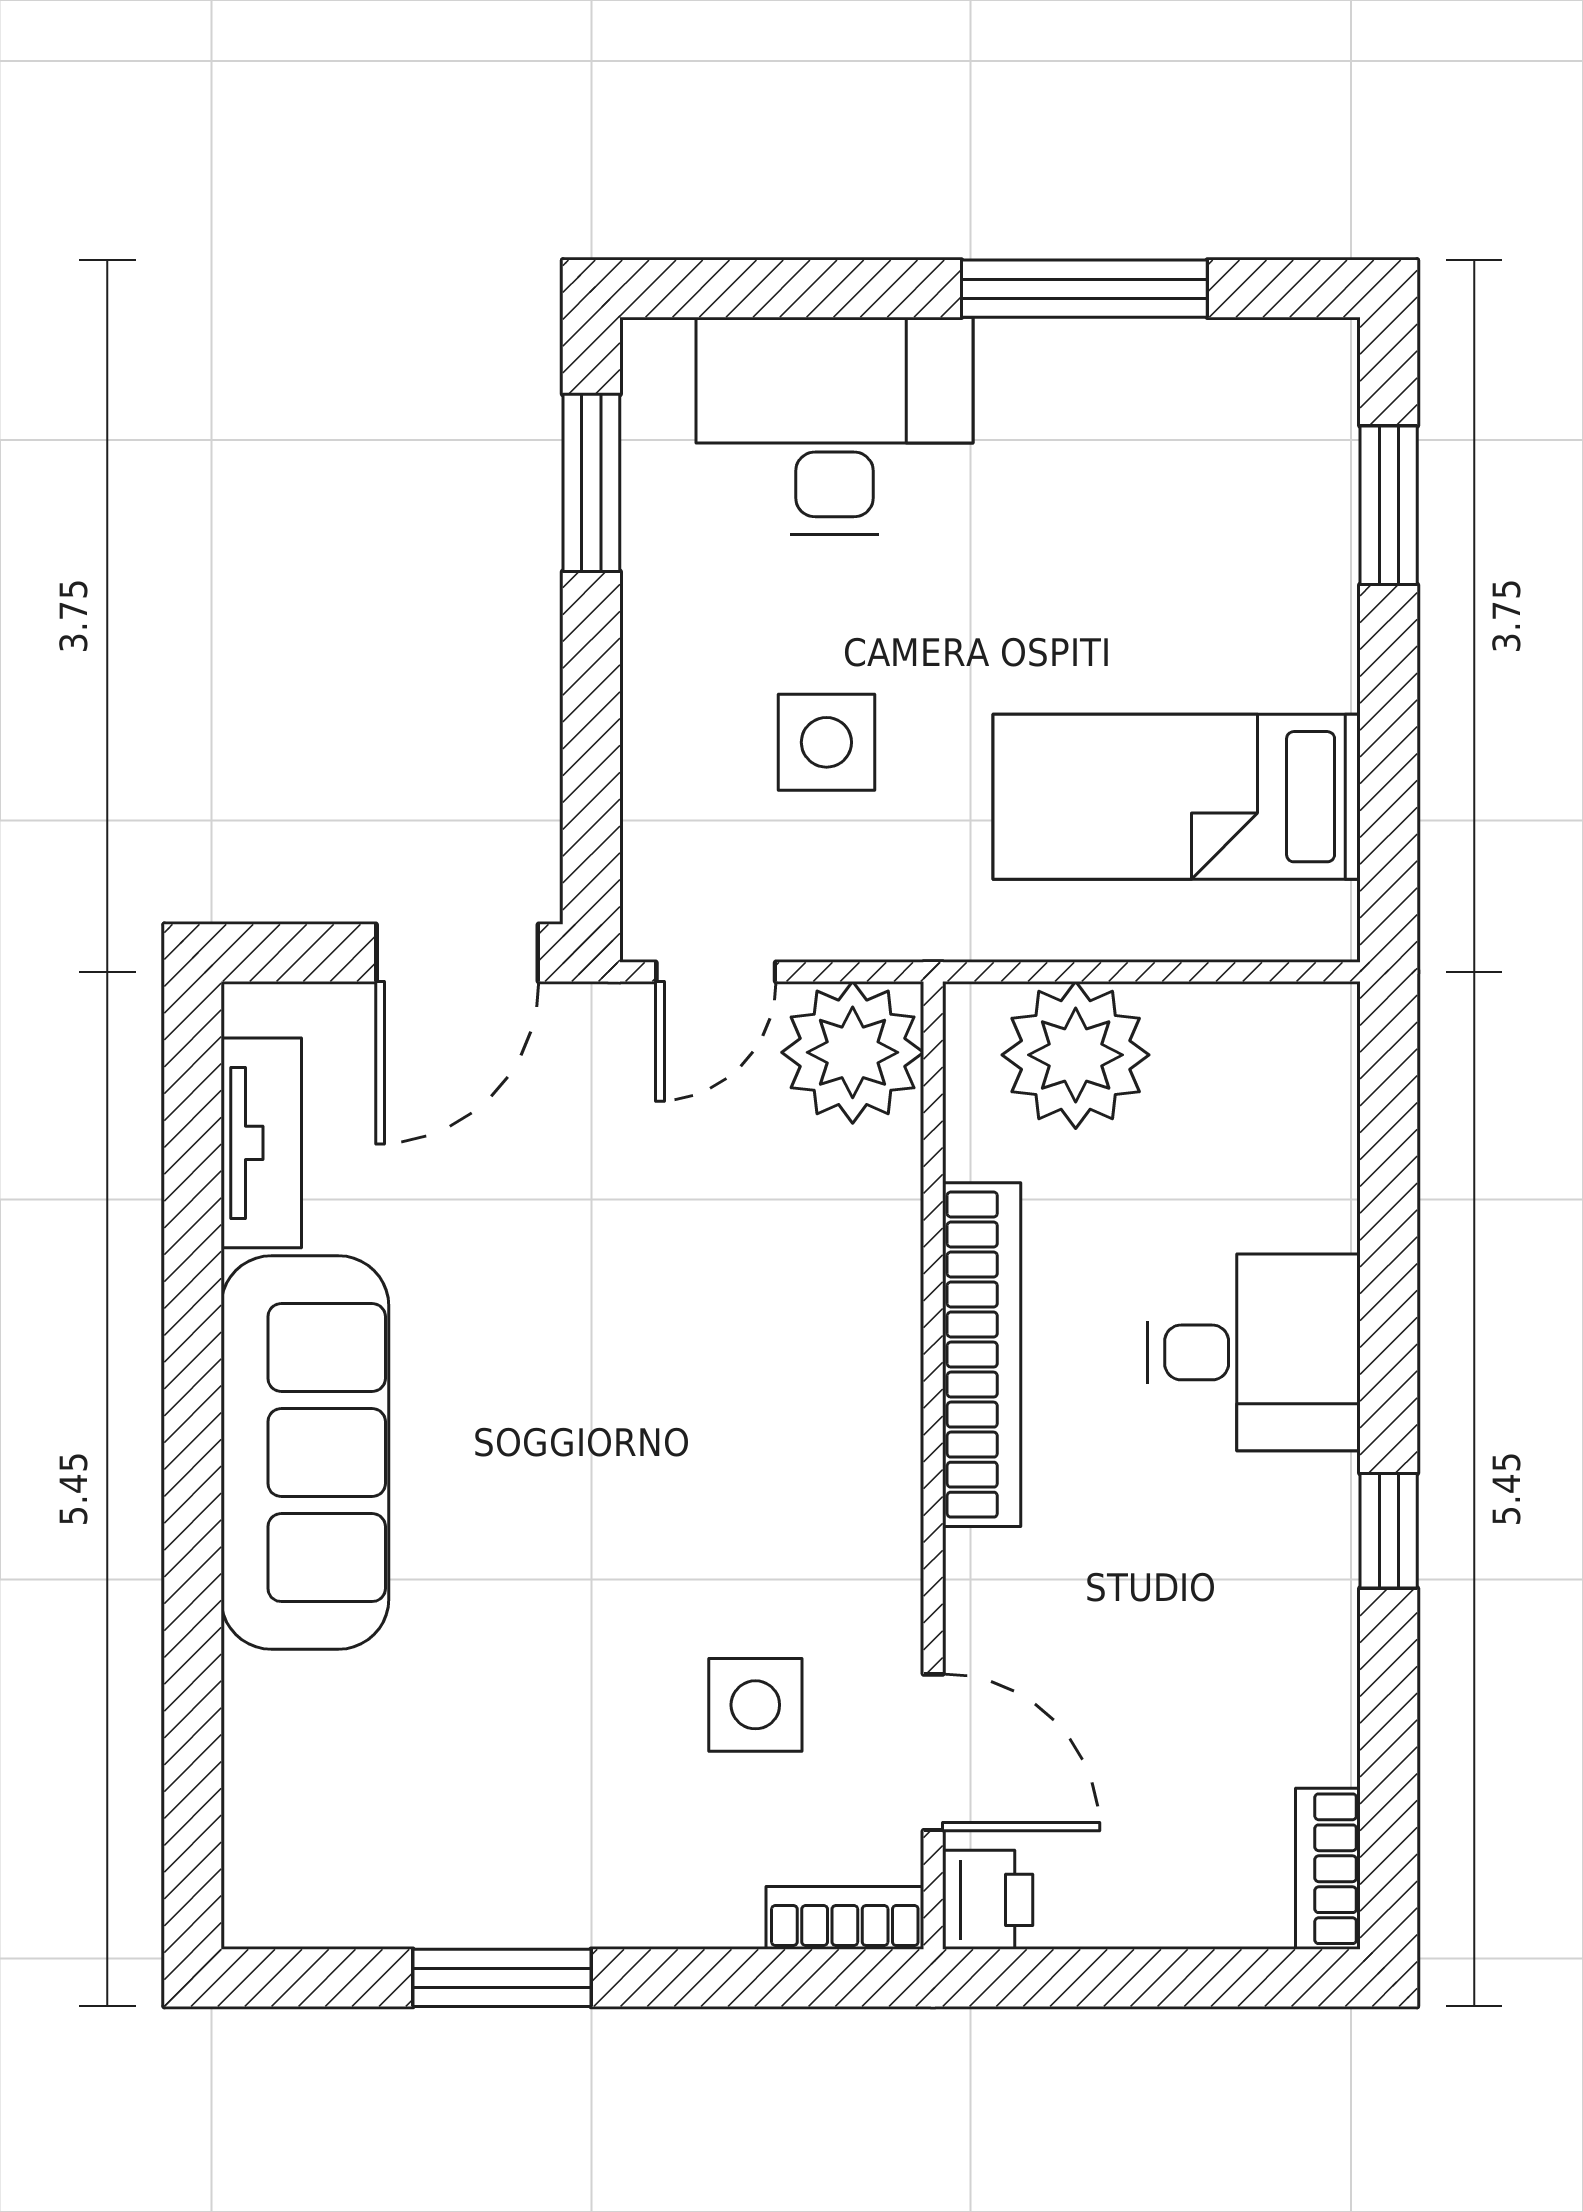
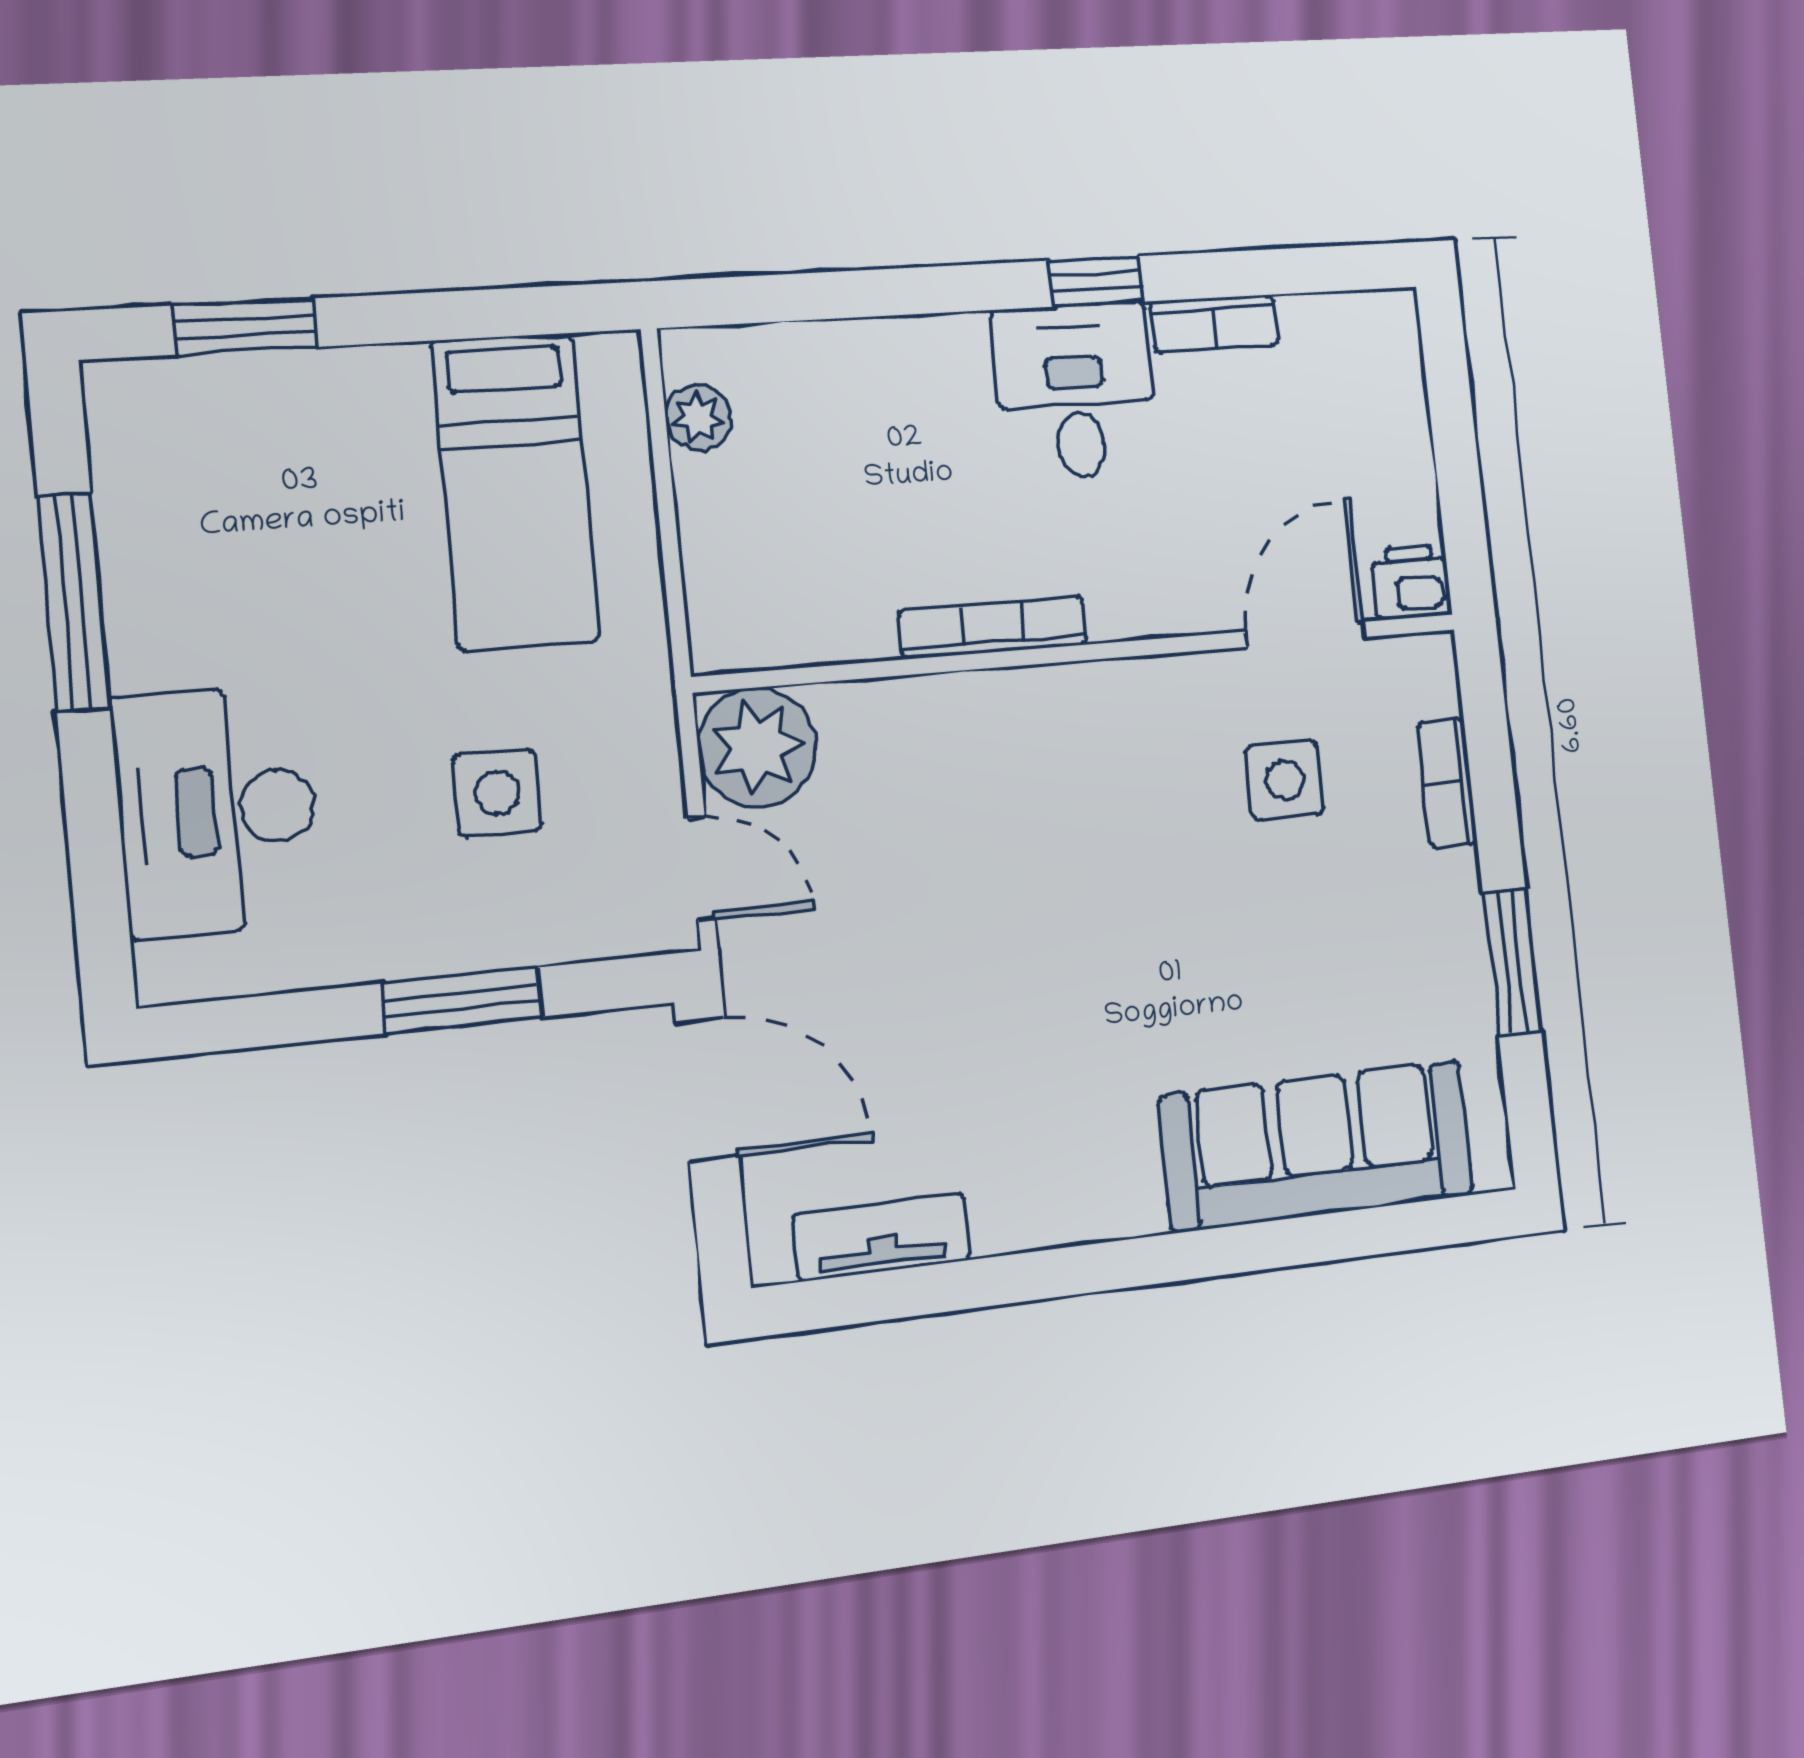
window: (591, 483) -> (462, 1000), moved
plant: (1076, 1055) -> (698, 418), moved, width x0.53, depth x0.53
desk: (1254, 1352) -> (1076, 391), moved
bookcase: (982, 1355) -> (993, 628), width x0.68, depth x0.76
sofa: (305, 1453) -> (1317, 1146), moved
bookcase: (1328, 1869) -> (1214, 324), moved
bookcase: (845, 1918) -> (1447, 783), moved

